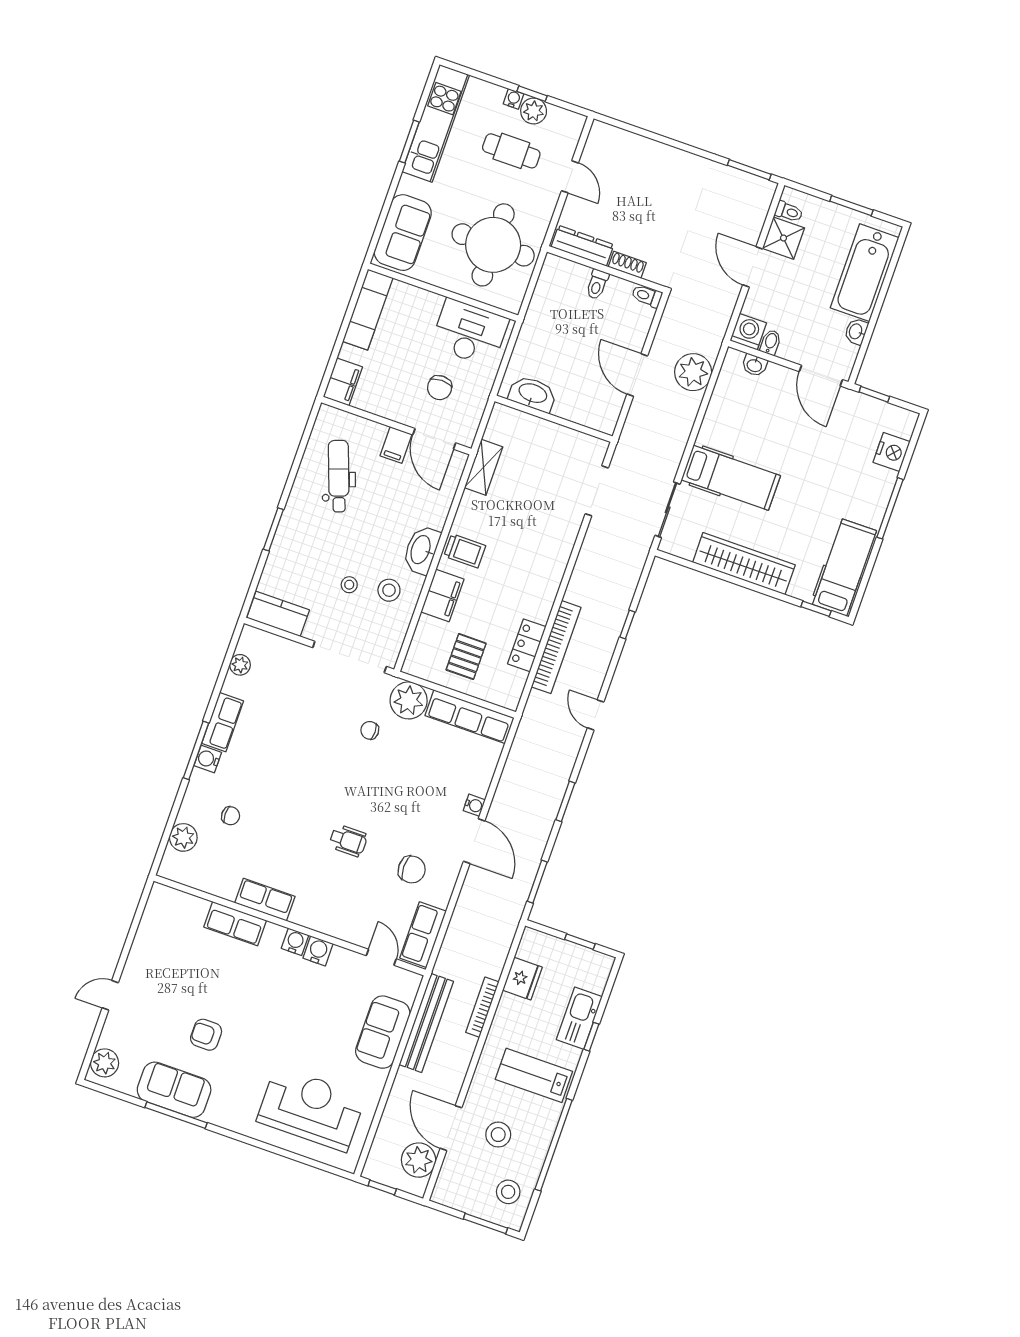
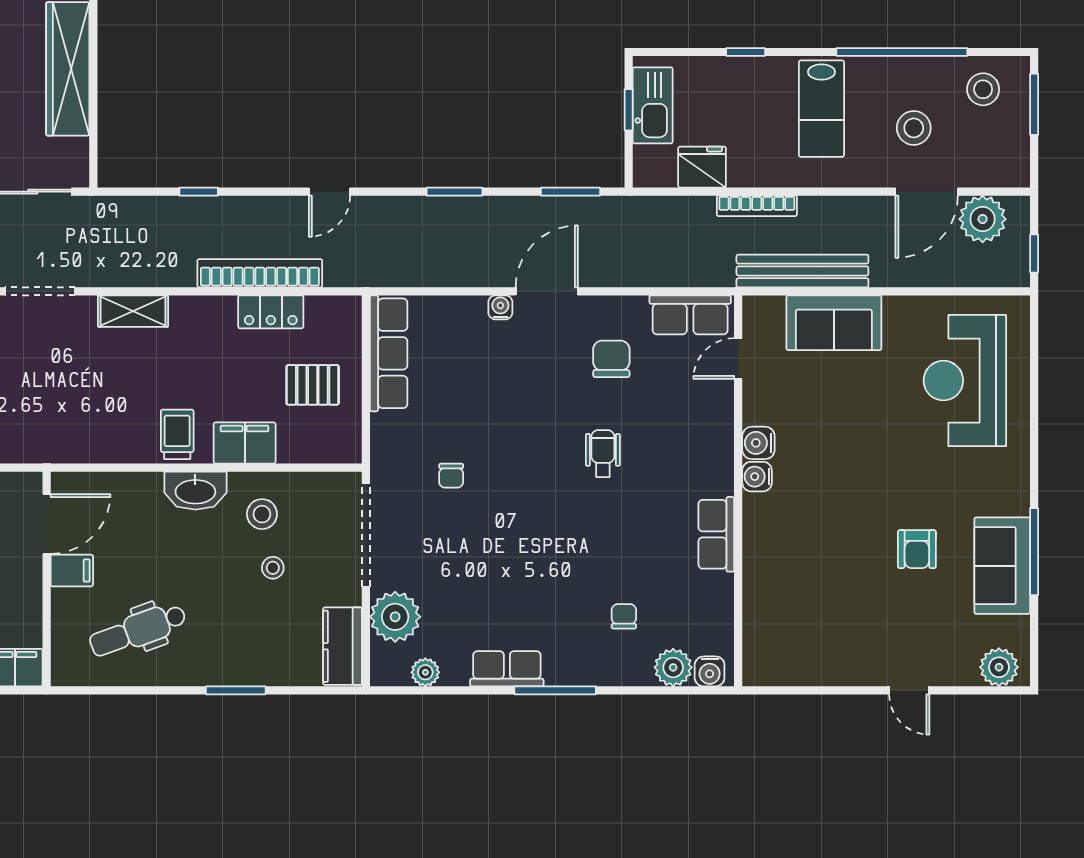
shelving: (484, 467) -> (133, 311), moved
plant: (409, 700) -> (395, 617), moved
water cooler: (208, 759) -> (710, 671), moved
row of seats: (235, 924) -> (761, 562), removed
kitchen sink: (579, 1018) -> (653, 105), moved, turned -90

